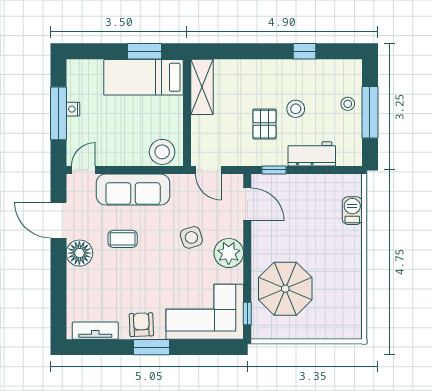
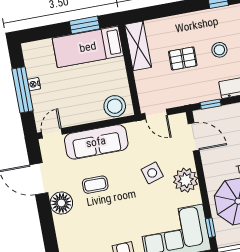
pallet: (264, 124) -> (183, 58), moved, turned 90

